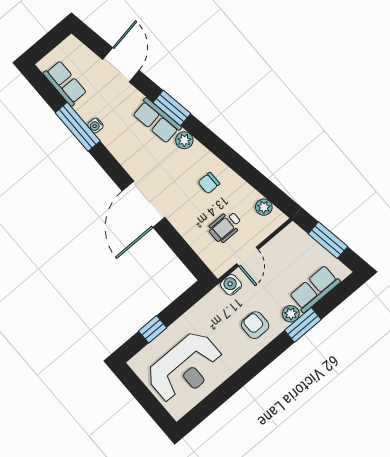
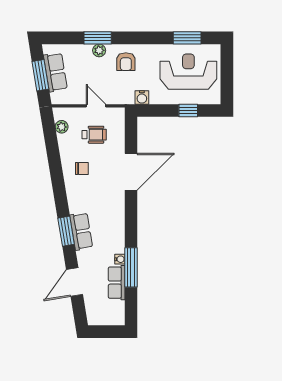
row of seats: (65, 83) -> (117, 283), moved
plant: (184, 140) -> (75, 206), removed
door: (143, 204) -> (131, 172), moved
door: (247, 257) -> (96, 106), hinge flipped
water cooler: (231, 285) -> (142, 97), moved
row of seats: (315, 289) -> (55, 72), moved, turned -99
window: (215, 400) -> (187, 38), added

